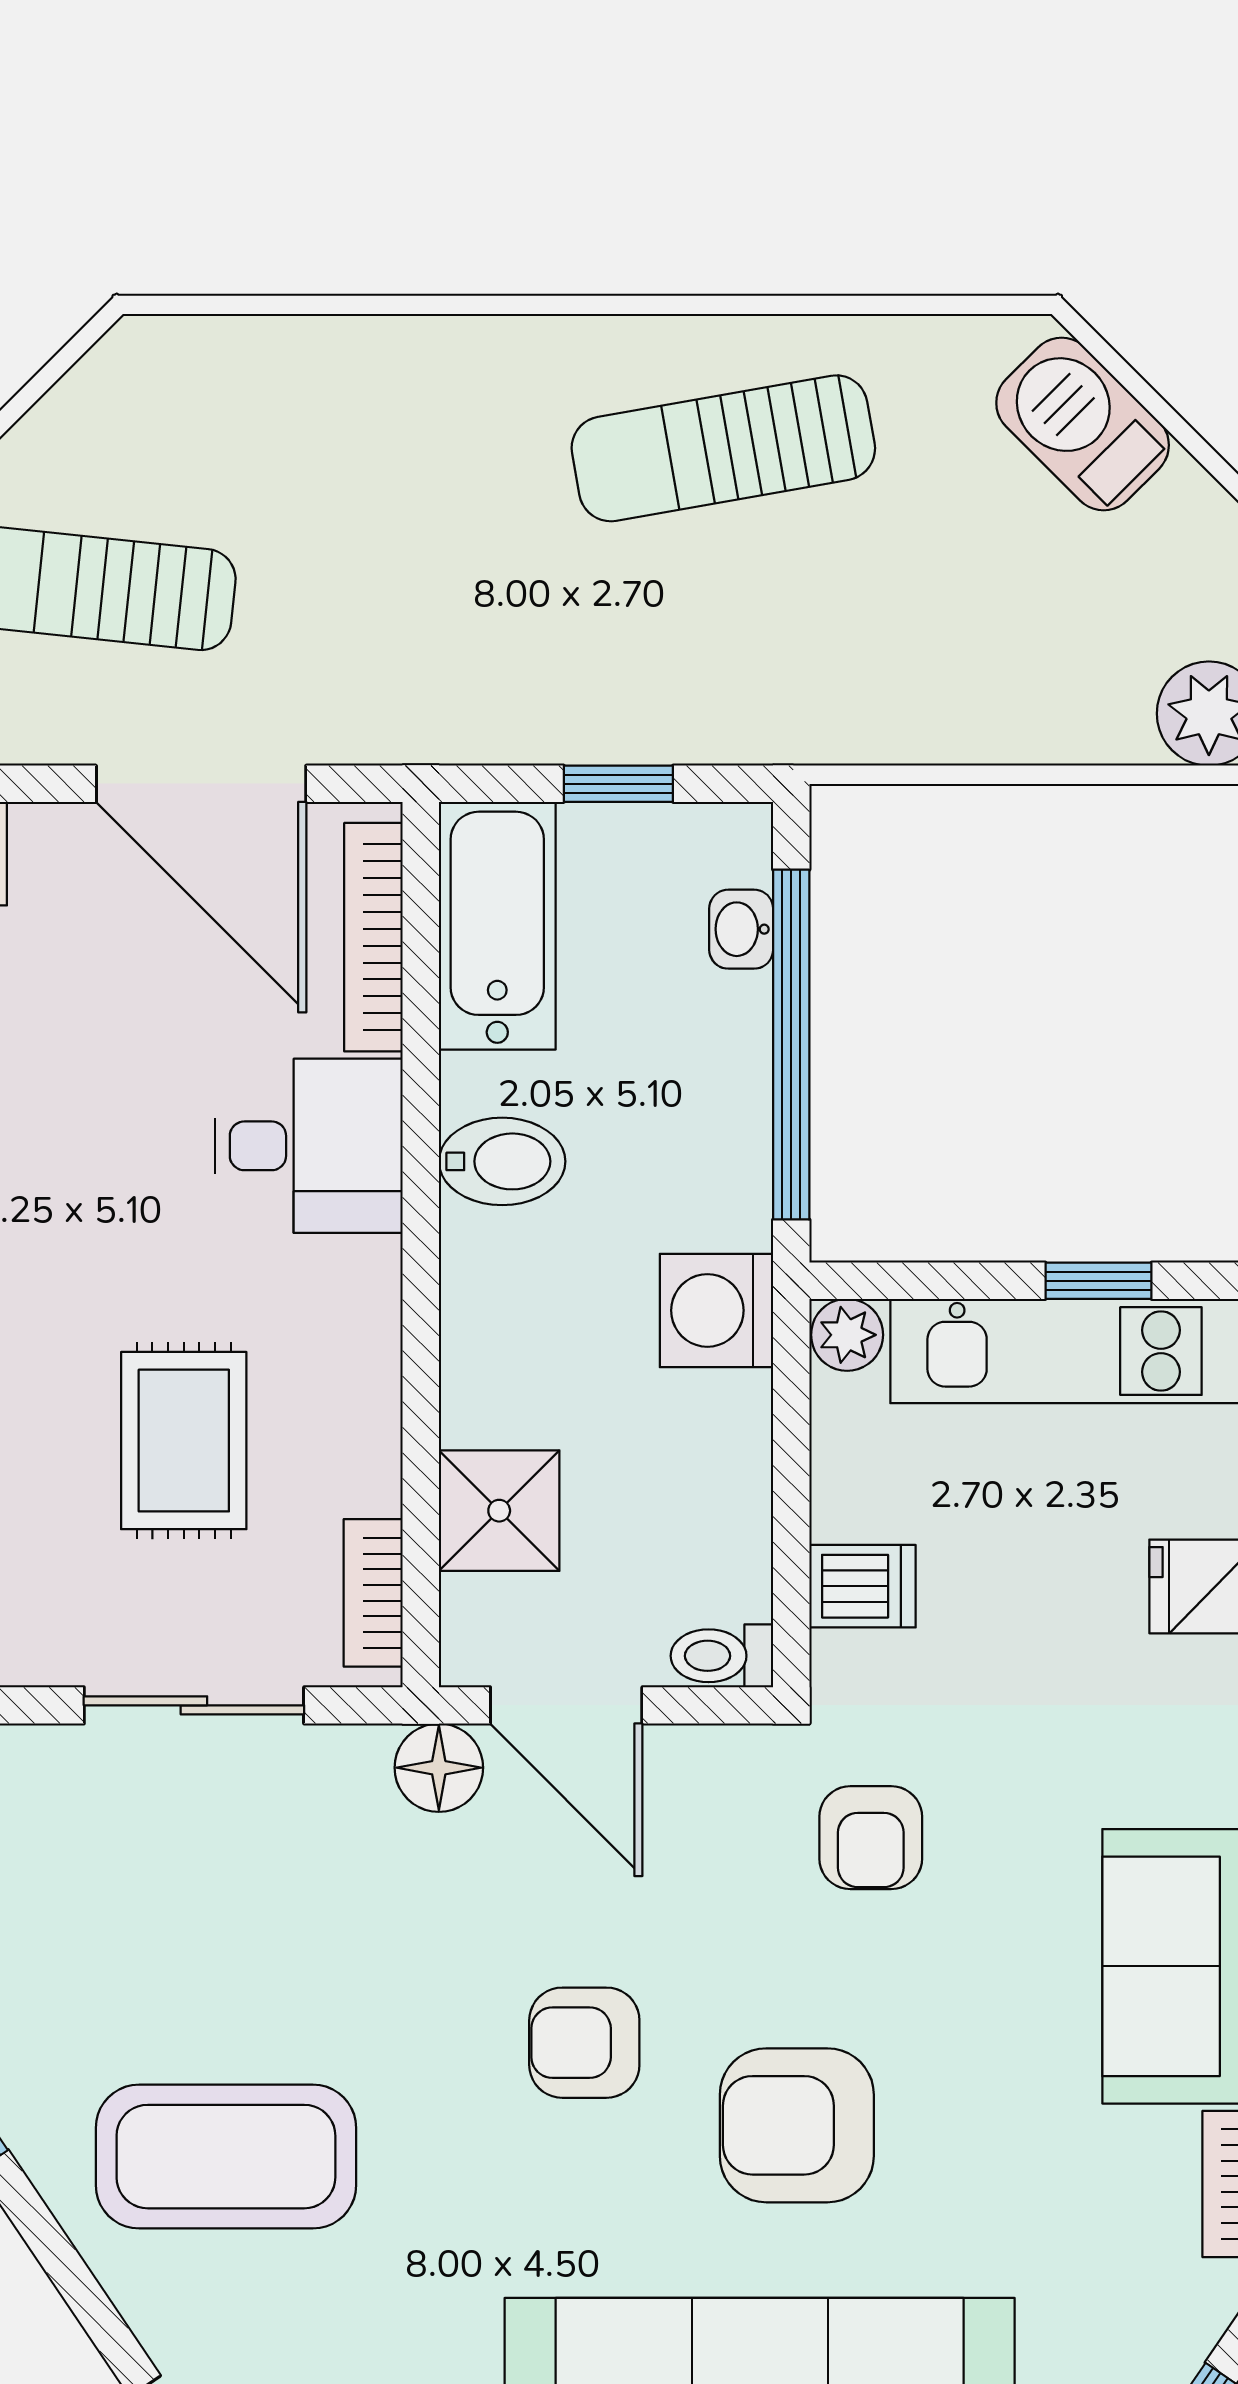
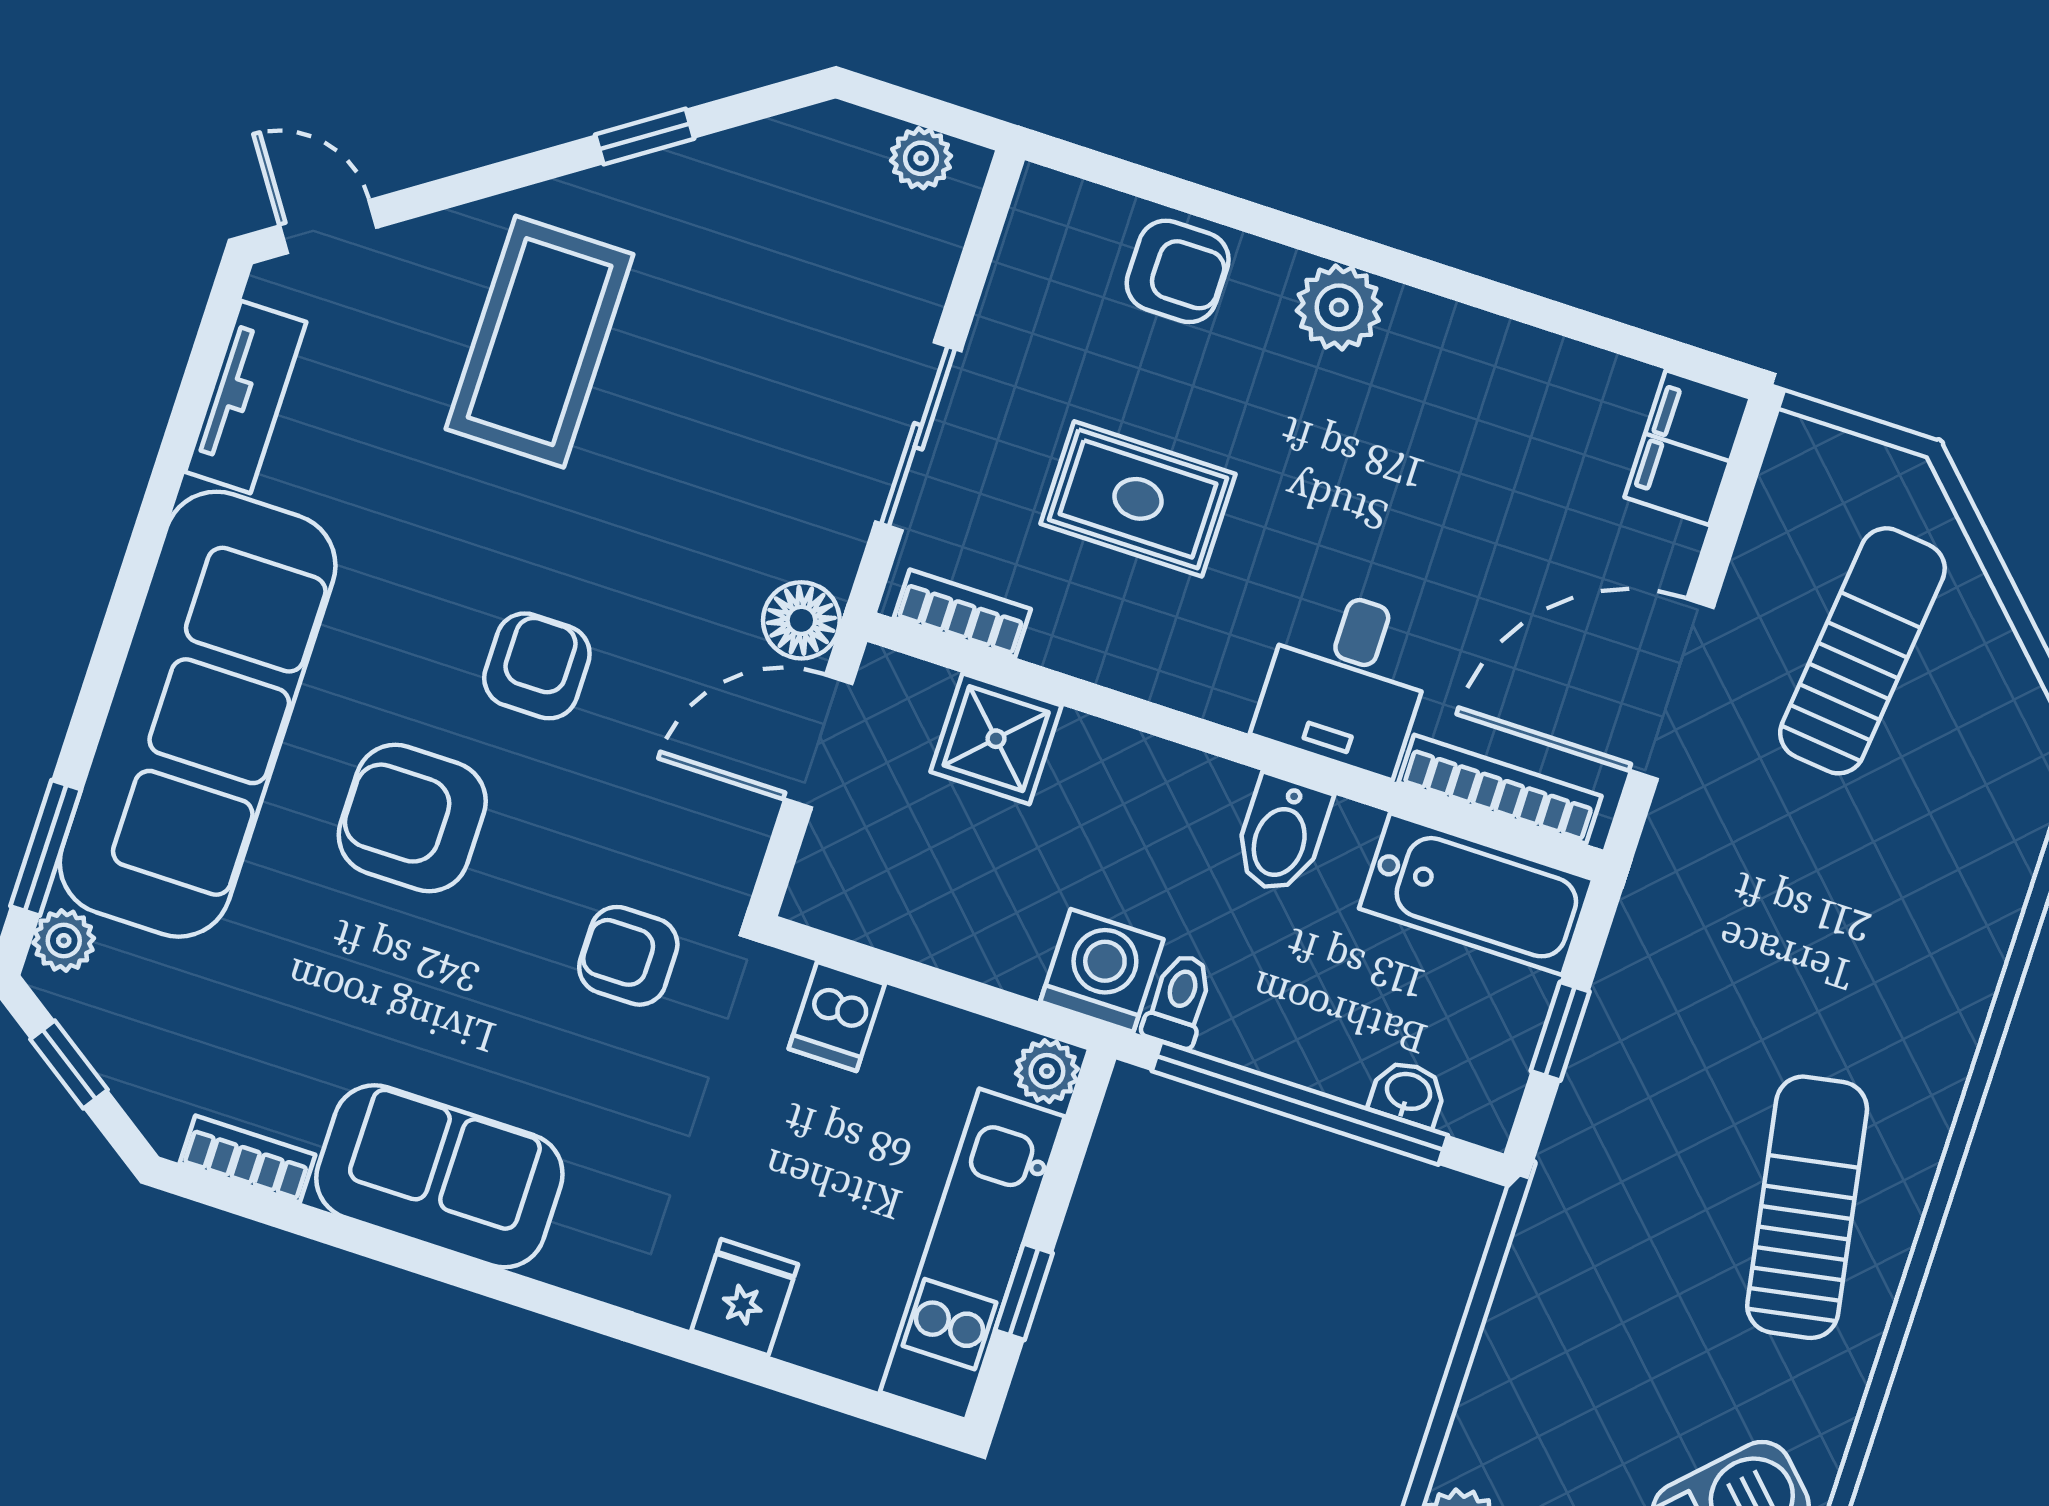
toilet: (722, 1656) -> (1179, 1001), moved
armchair: (797, 2125) -> (412, 818), turned -90

